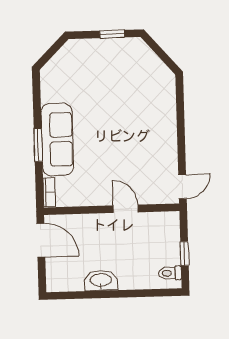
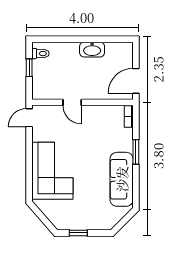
corner sofa: (149, 116) -> (52, 171), added
sofa: (57, 139) -> (122, 179), moved
door: (41, 240) -> (136, 81), hinge flipped

